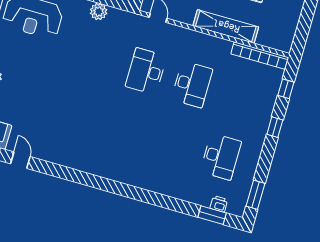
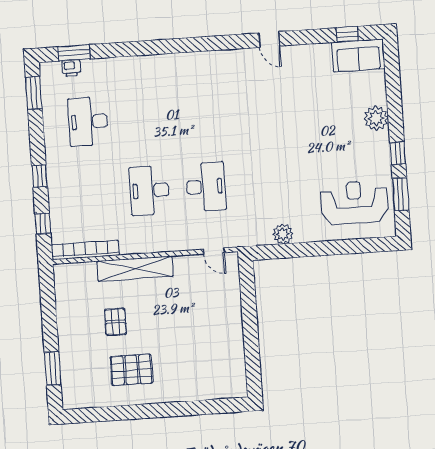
door: (20, 160) -> (269, 40), moved

